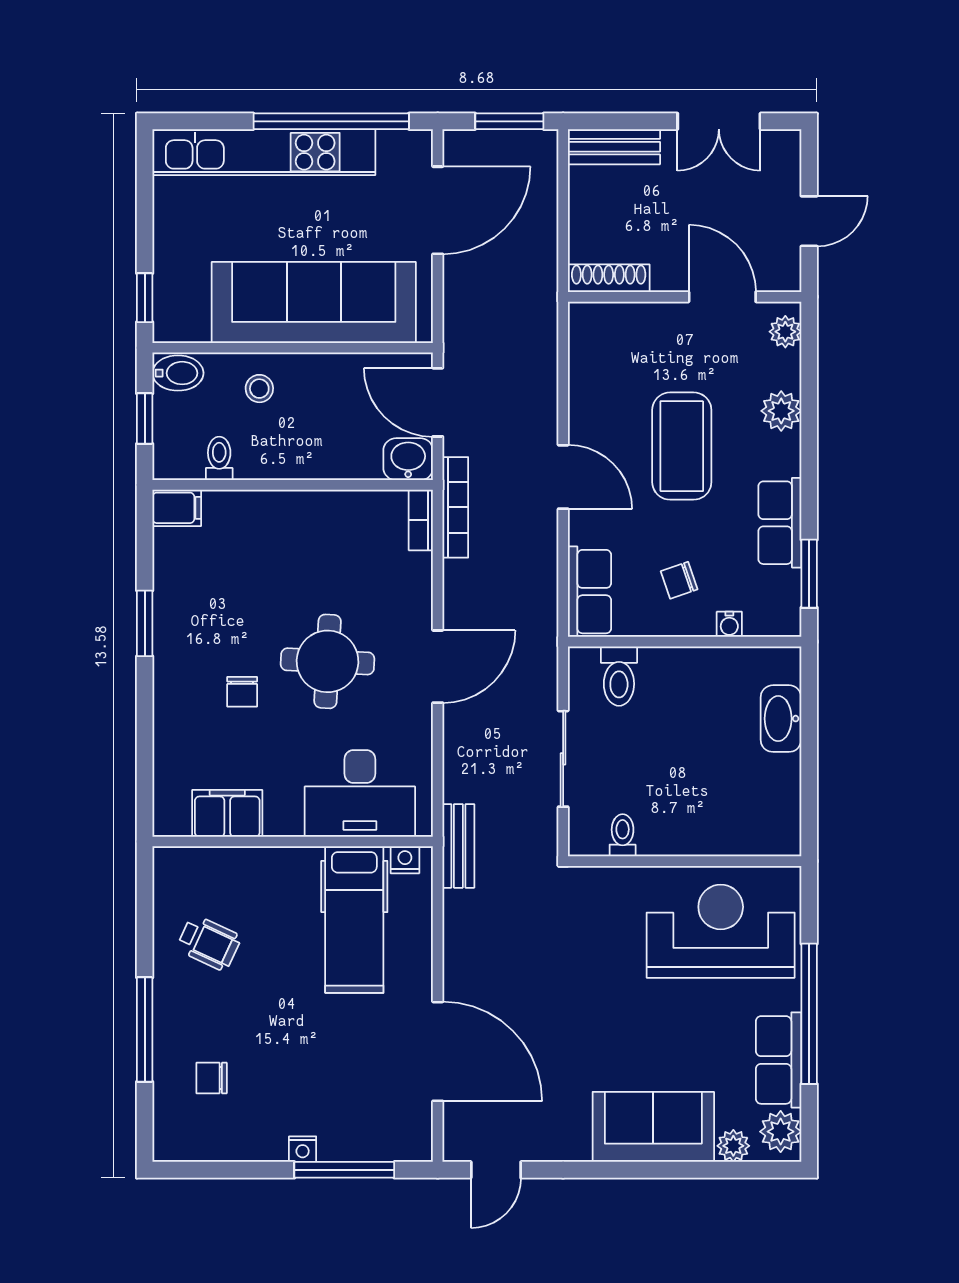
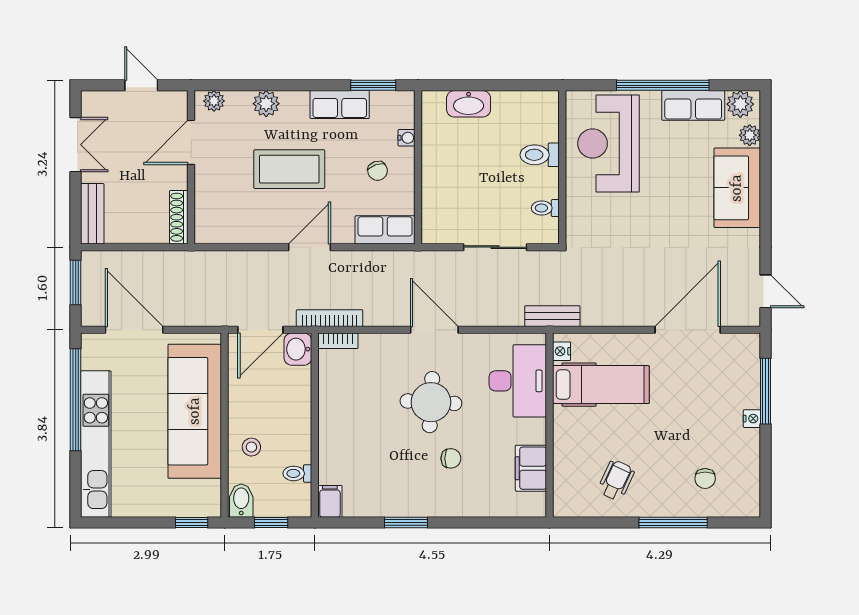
toilet: (619, 676) -> (540, 155), moved, turned 180

